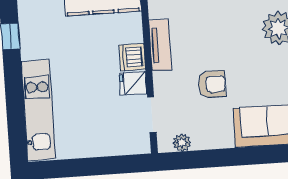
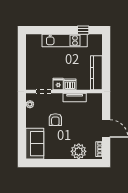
kitchen unit: (38, 110) -> (65, 41), moved

